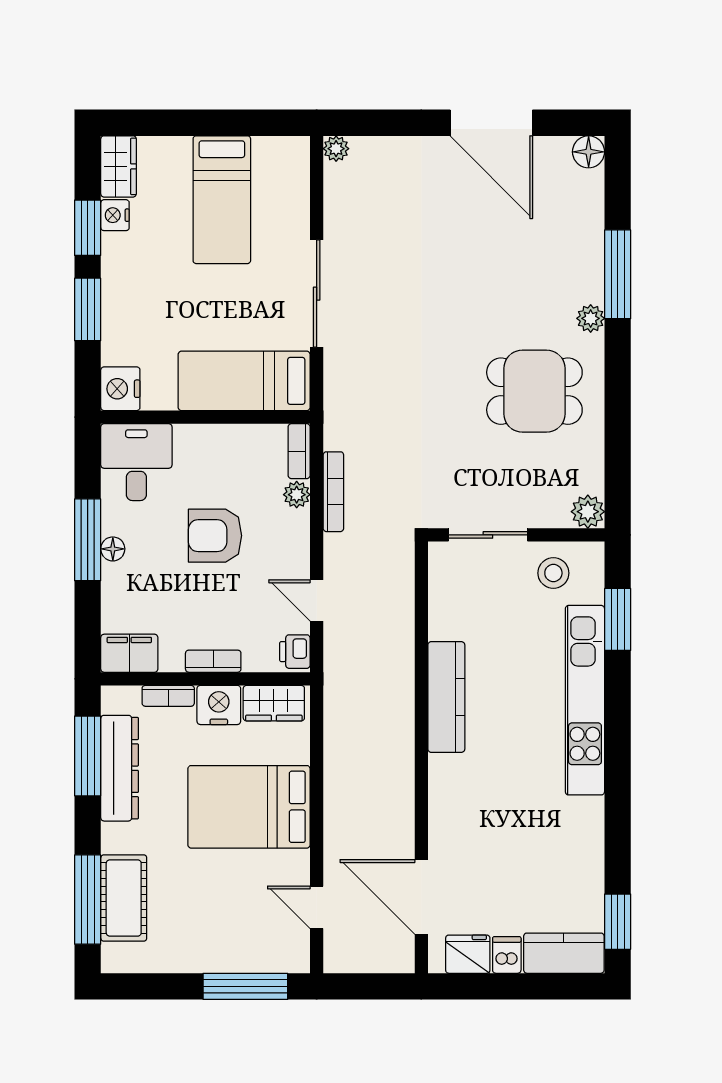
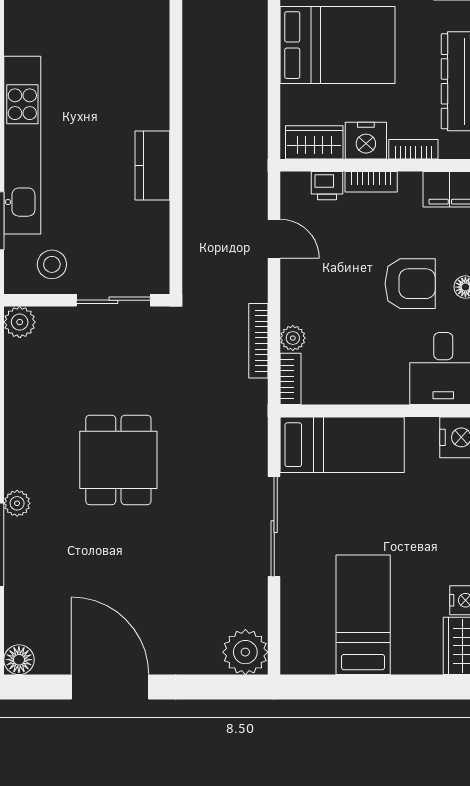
plant: (336, 149) -> (245, 652), width x1.88, depth x1.88
dining table: (534, 391) -> (118, 460), moved, turned 90
armchair: (215, 536) -> (410, 284), moved
printer: (295, 652) -> (327, 186), moved, turned 90
kitchen counter: (446, 697) -> (152, 165), width x0.67

